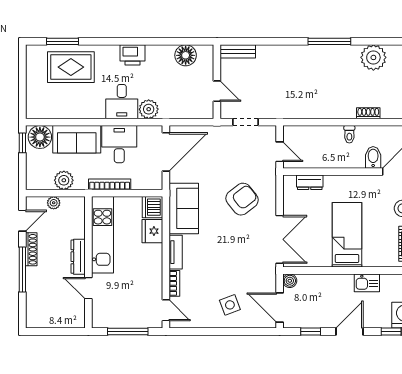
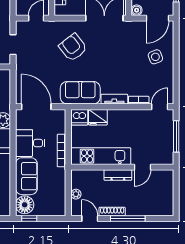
plant: (64, 180) -> (58, 186), removed

